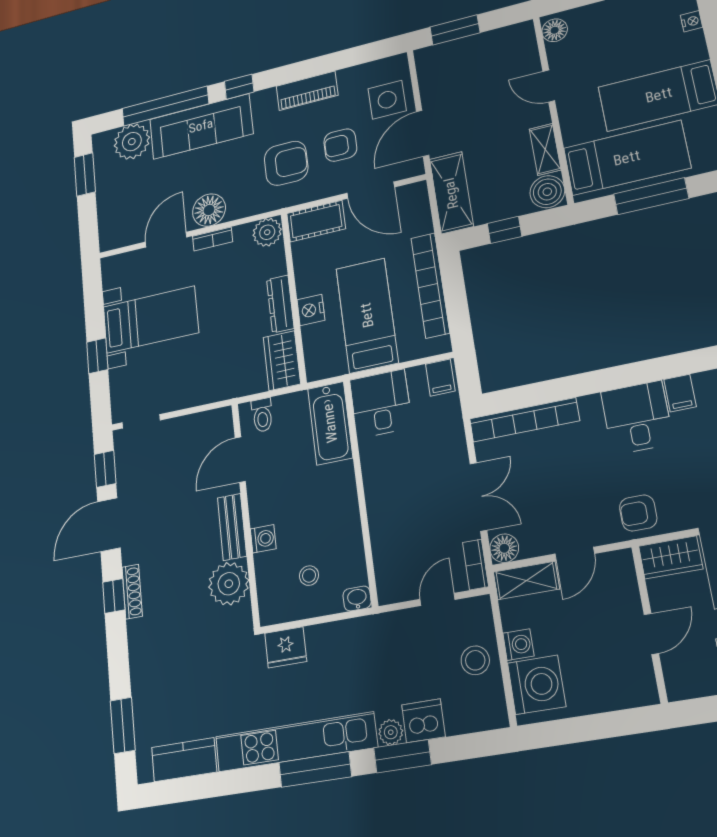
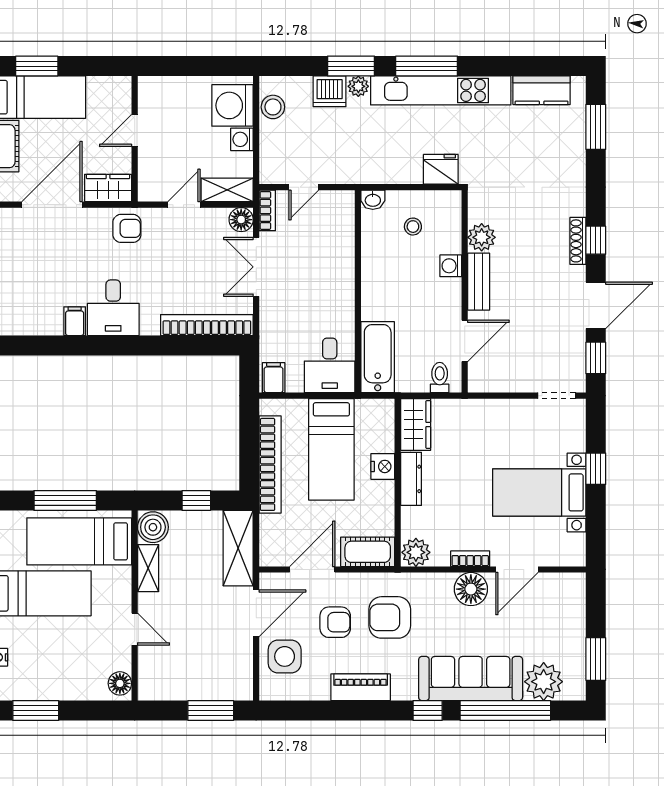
door: (371, 190) -> (312, 569), hinge flipped
plant: (229, 584) -> (482, 237), width x0.73, depth x0.73
stool: (475, 660) -> (273, 107), moved

